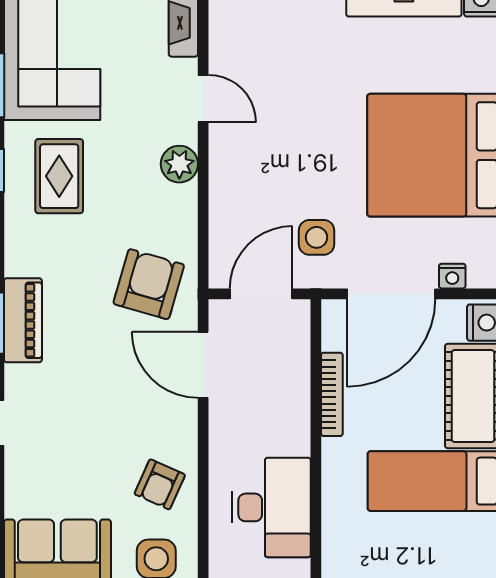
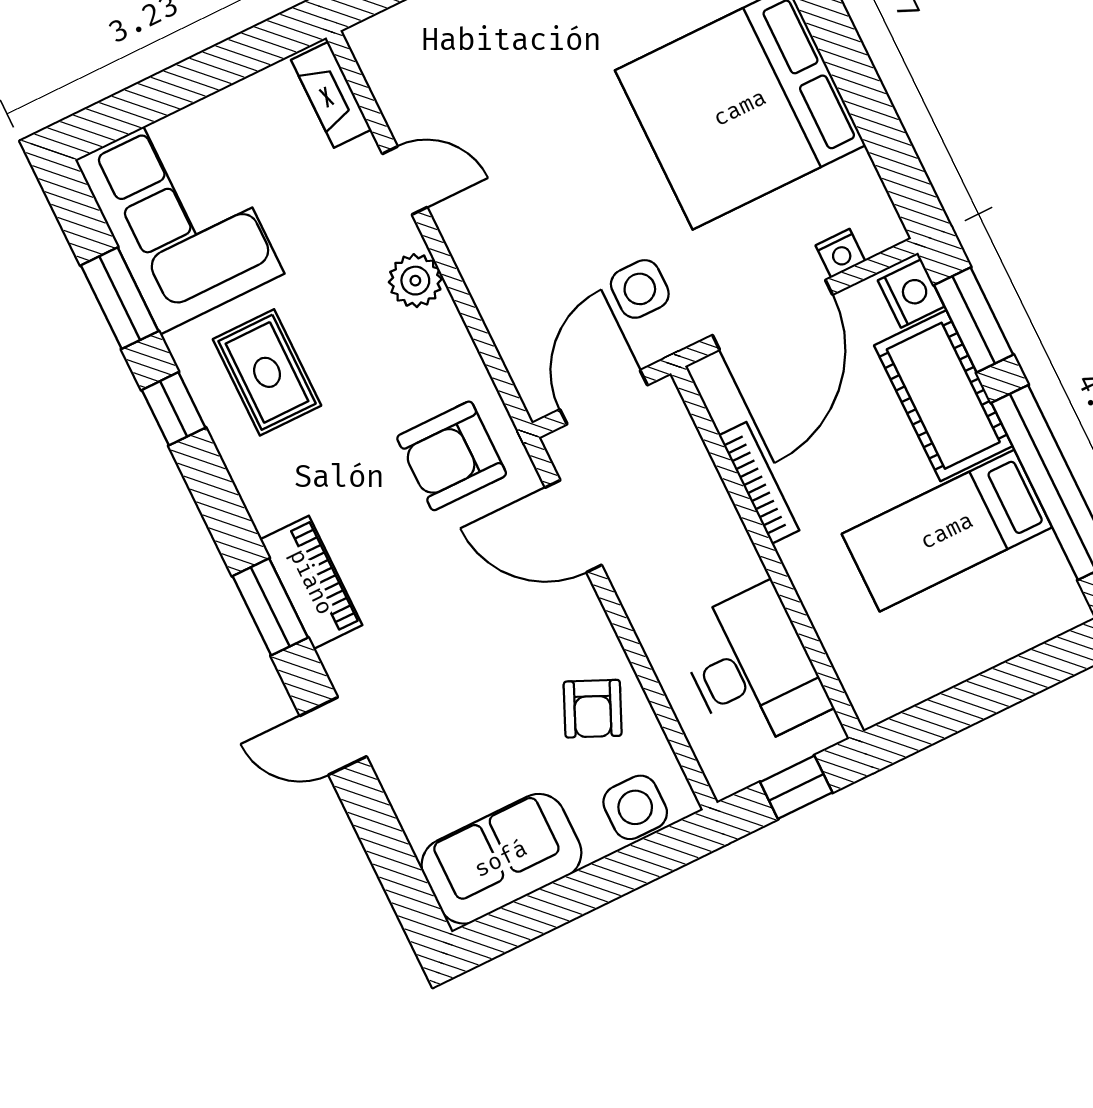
armchair: (149, 284) -> (452, 456), turned -106

